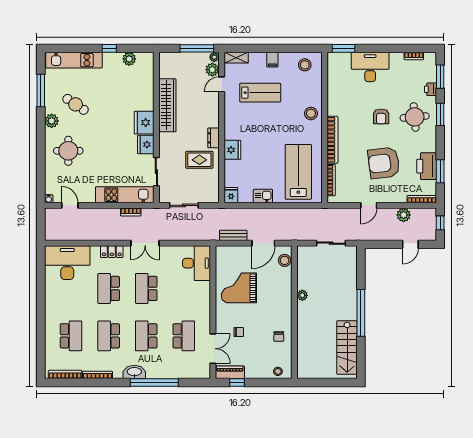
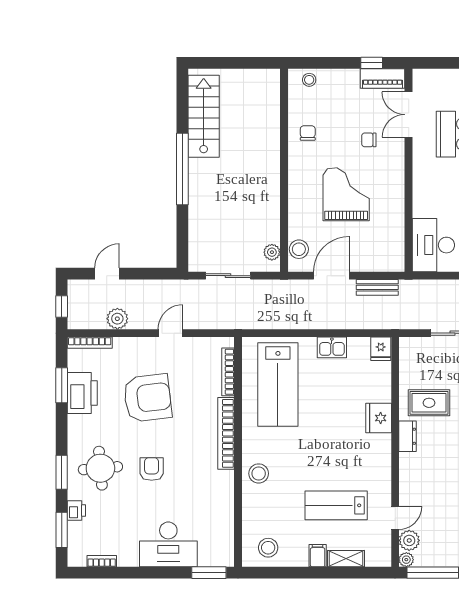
shelving: (236, 58) -> (346, 559), moved
grand piano: (239, 288) -> (346, 194), moved, turned -90
plant: (302, 295) -> (272, 252), moved

